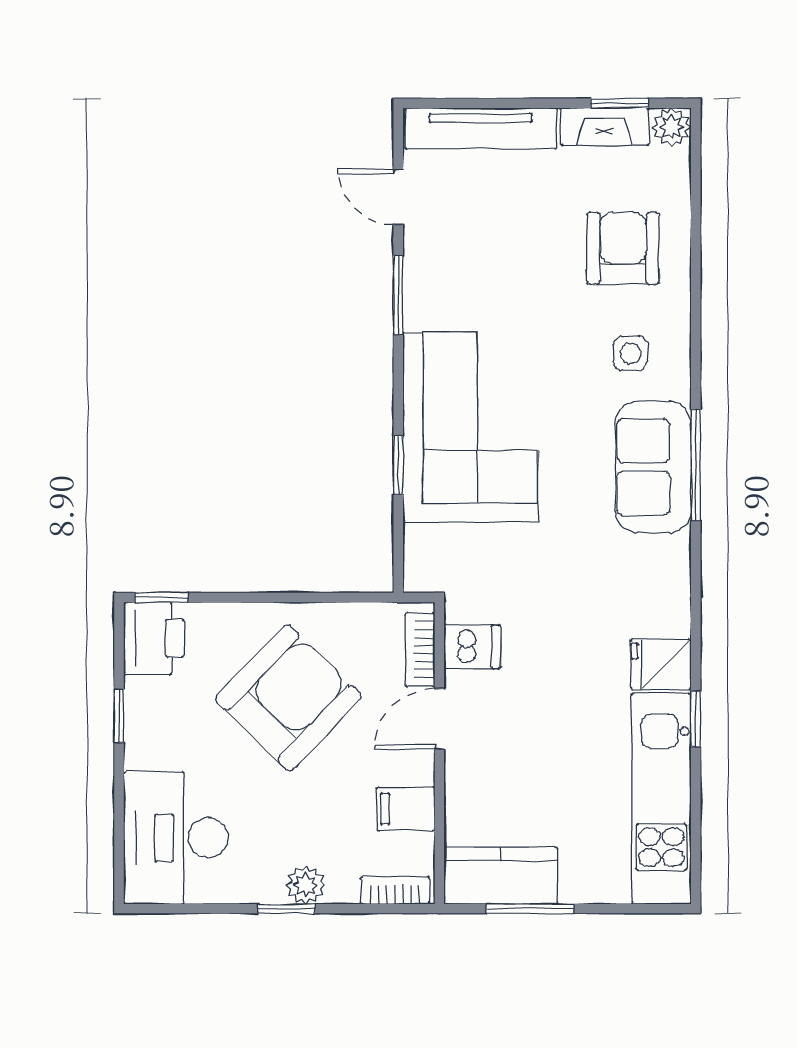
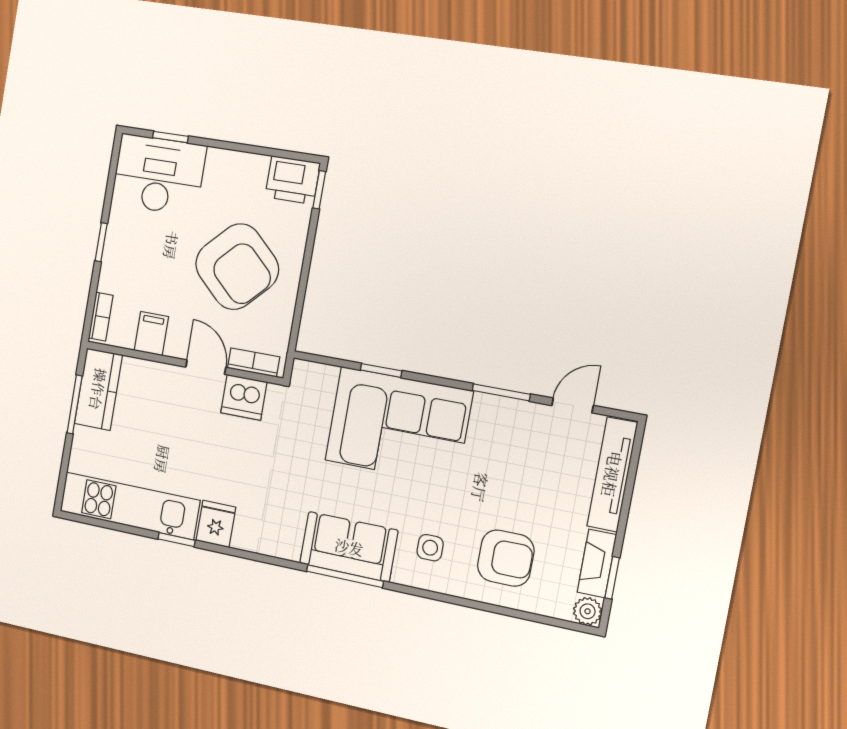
dishwasher: (472, 647) -> (244, 397), width x1.38
window: (119, 716) -> (170, 137), moved
plant: (306, 885) -> (114, 258), removed

